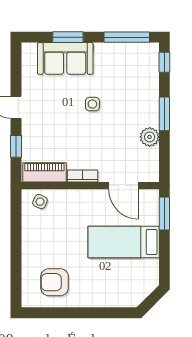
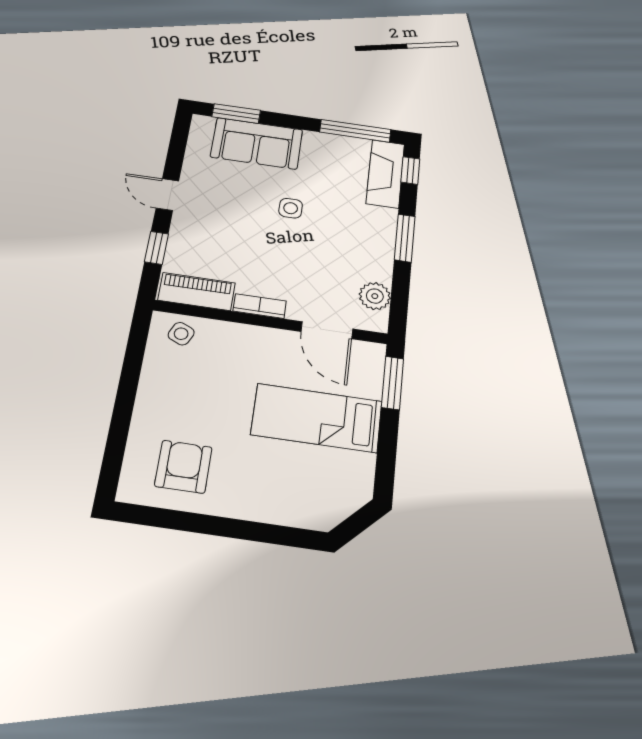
window: (68, 37) -> (236, 114), moved
fireplace: (149, 68) -> (385, 174), added
plant: (150, 137) -> (375, 296), moved
armchair: (55, 282) -> (183, 467), turned 90

